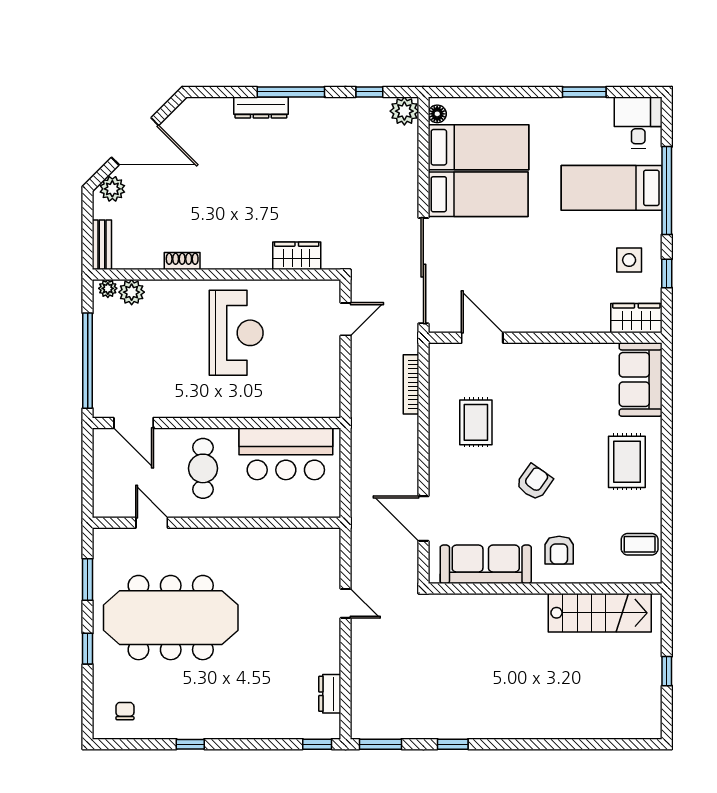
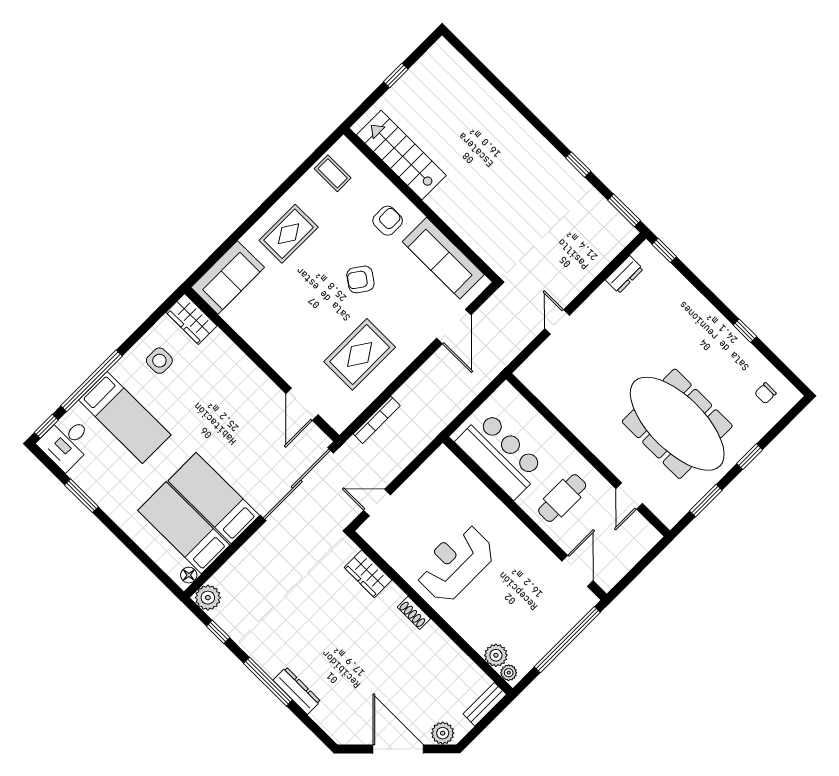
shoe rack: (182, 261) -> (414, 613), moved
window: (667, 273) -> (46, 426), moved
rug: (476, 422) -> (360, 354), width x1.36, depth x1.43

